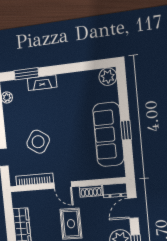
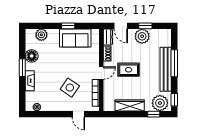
window: (26, 74) -> (22, 68), moved
plant: (108, 77) -> (41, 35), moved
floor lamp: (77, 81) -> (32, 56), added
sofa: (108, 134) -> (75, 38), width x0.73

